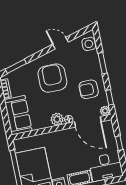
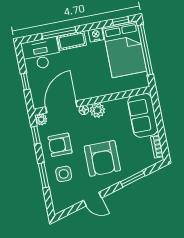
side table: (89, 44) -> (64, 174), moved
window: (16, 66) -> (133, 179), moved
armchair: (89, 89) -> (60, 145), turned 180
door: (88, 122) -> (61, 107), hinge flipped

